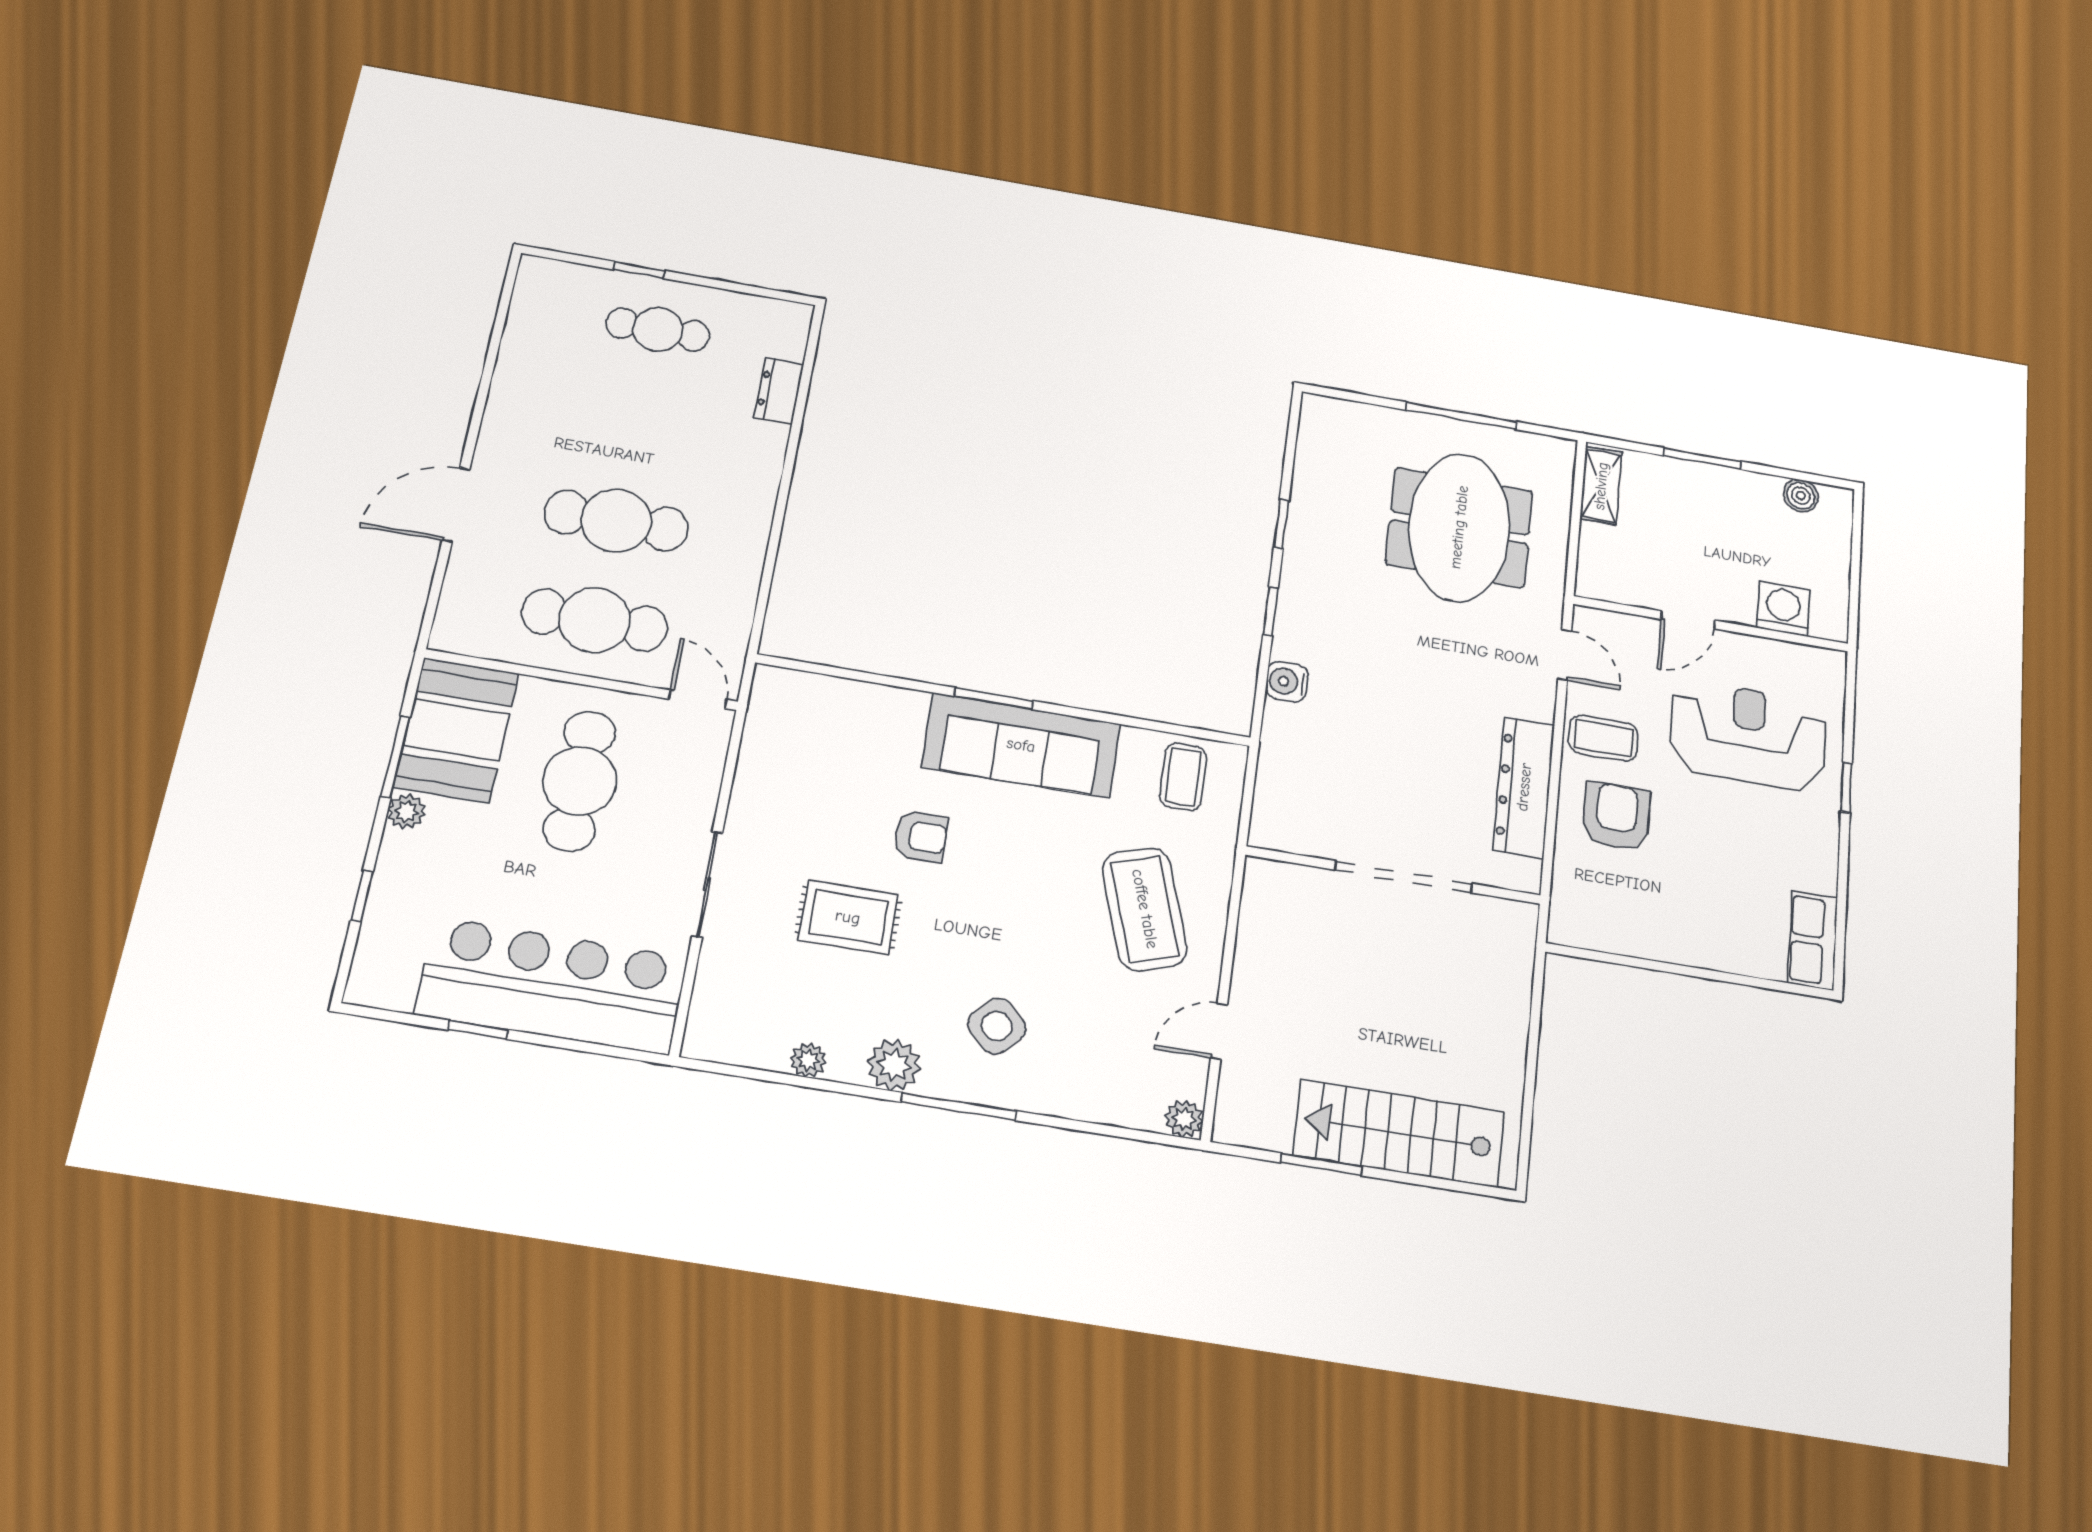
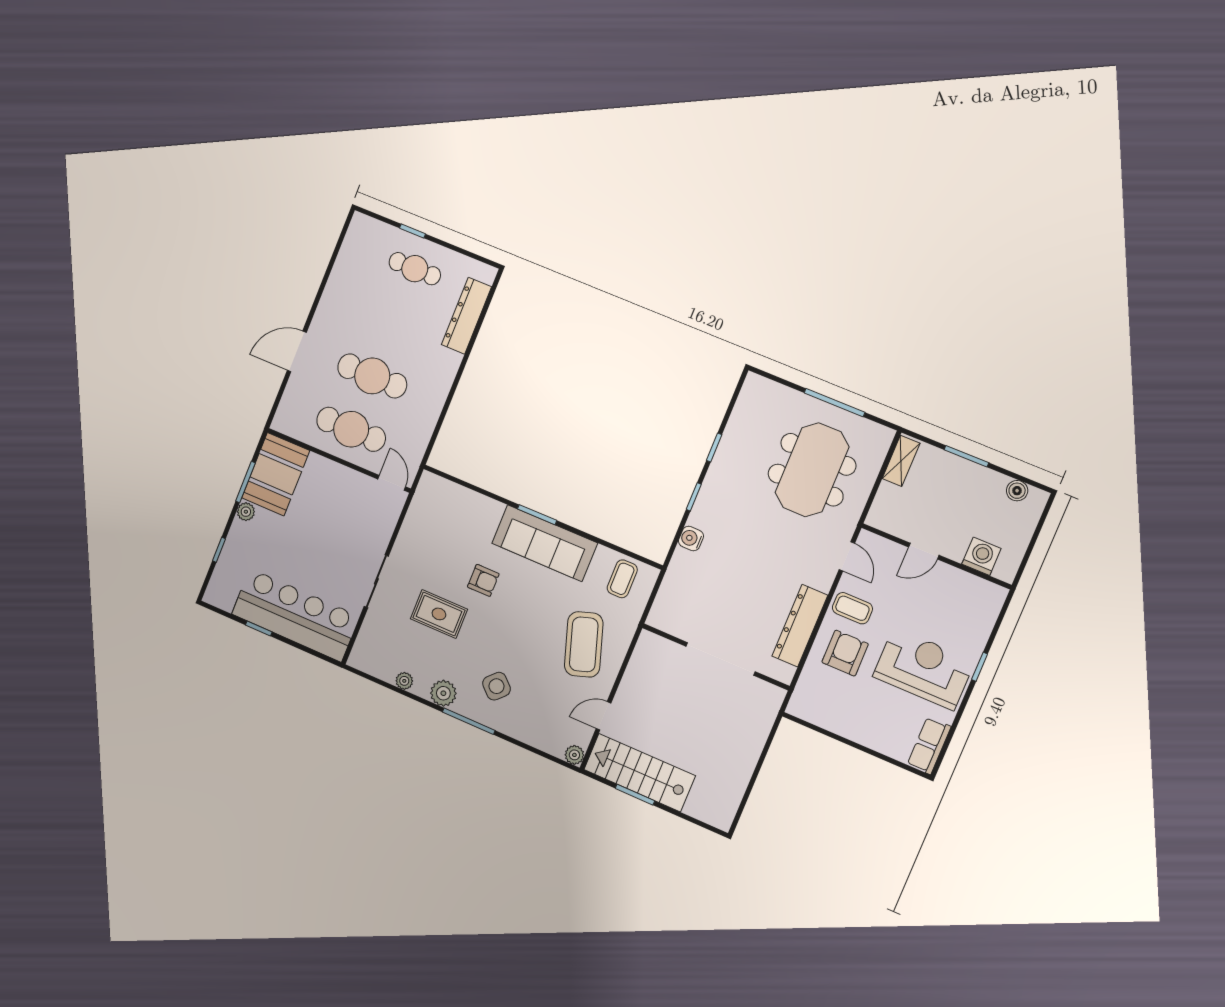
dresser: (779, 391) -> (466, 316), width x1.96, depth x1.24
reception desk: (1748, 736) -> (924, 669), moved
cafe table: (580, 781) -> (328, 514), removed
stairs: (1399, 1133) -> (639, 773), moved

